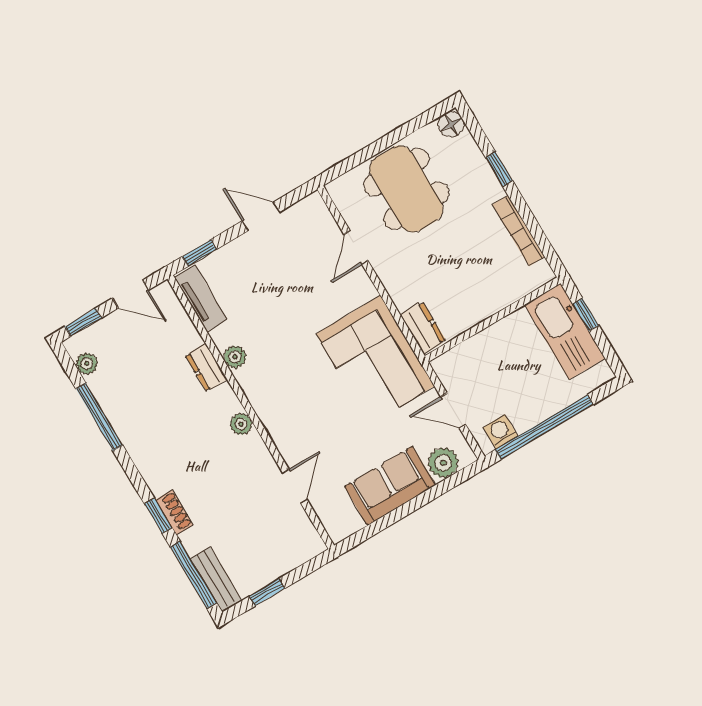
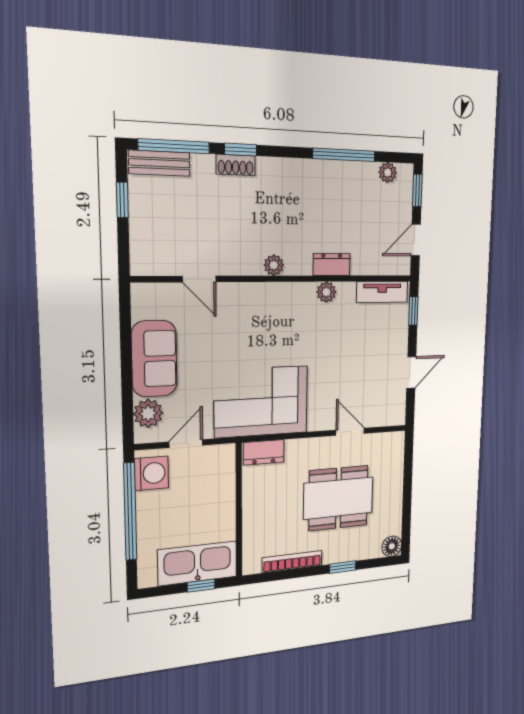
dining table: (406, 189) -> (338, 498), moved
washing machine: (500, 432) -> (151, 473), width x1.38, depth x1.38

